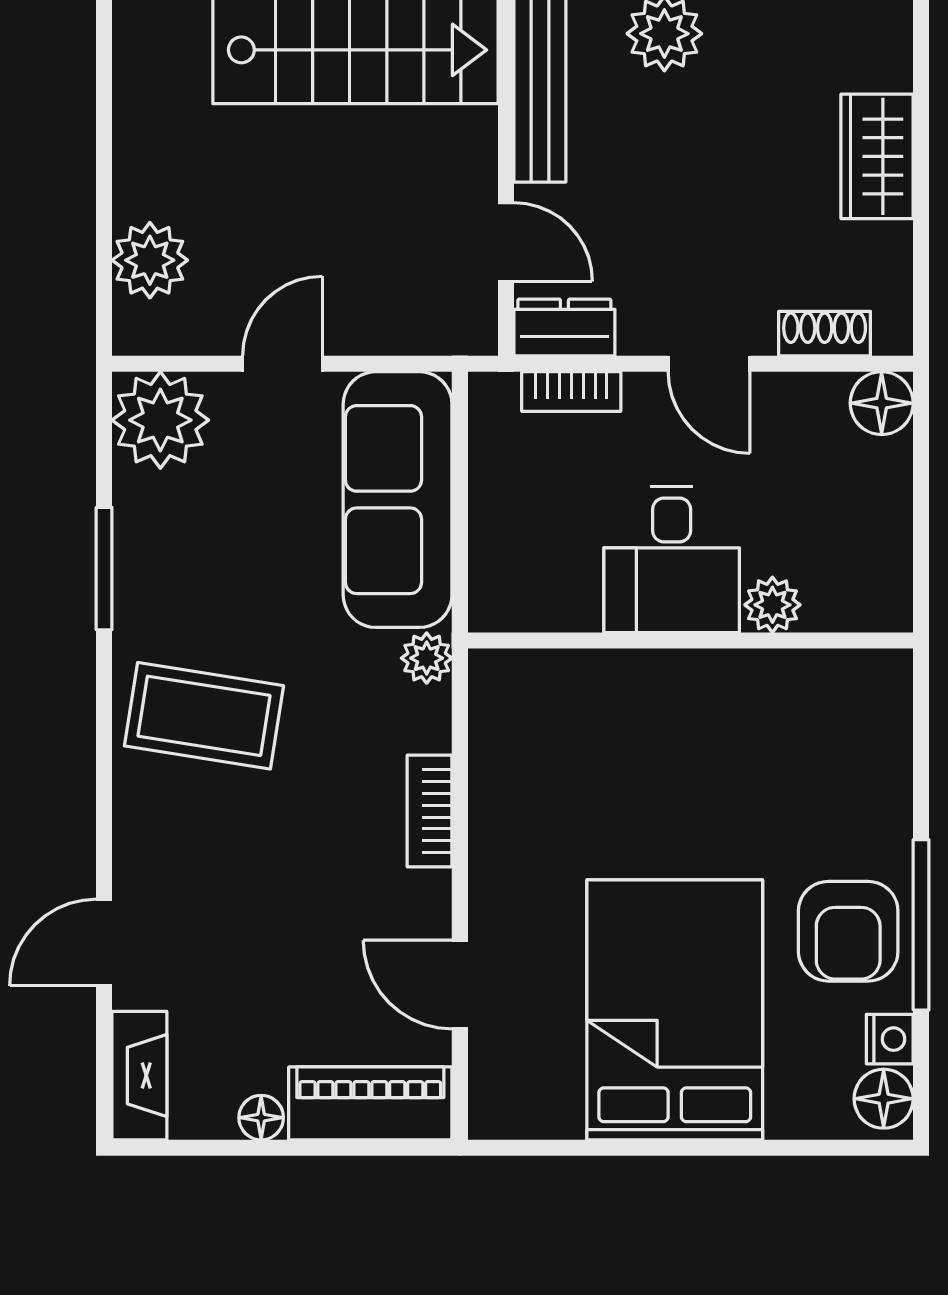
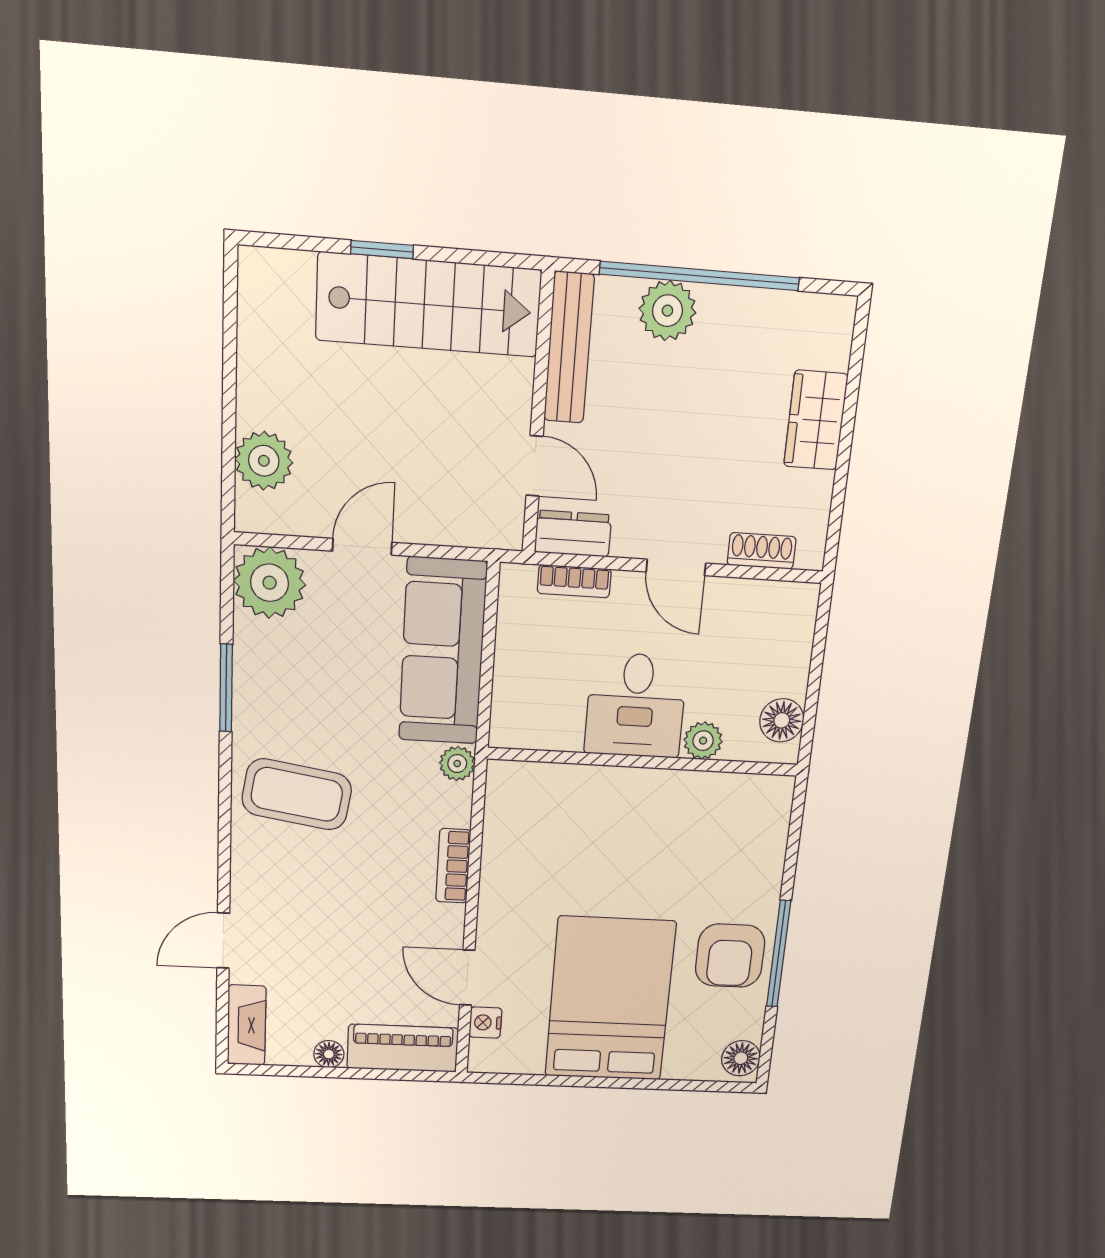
floor lamp: (882, 403) -> (782, 720), moved
nightstand: (890, 1039) -> (485, 1023), moved, turned 180

